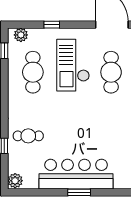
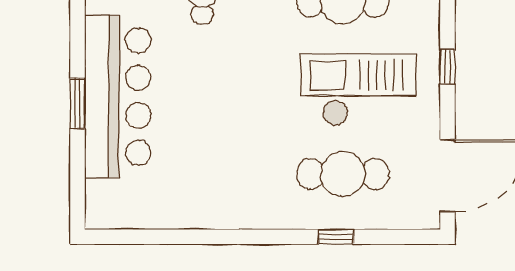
window: (52, 25) -> (447, 67), moved

